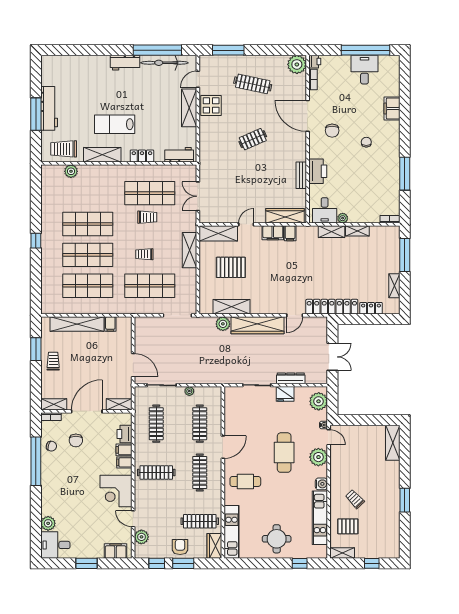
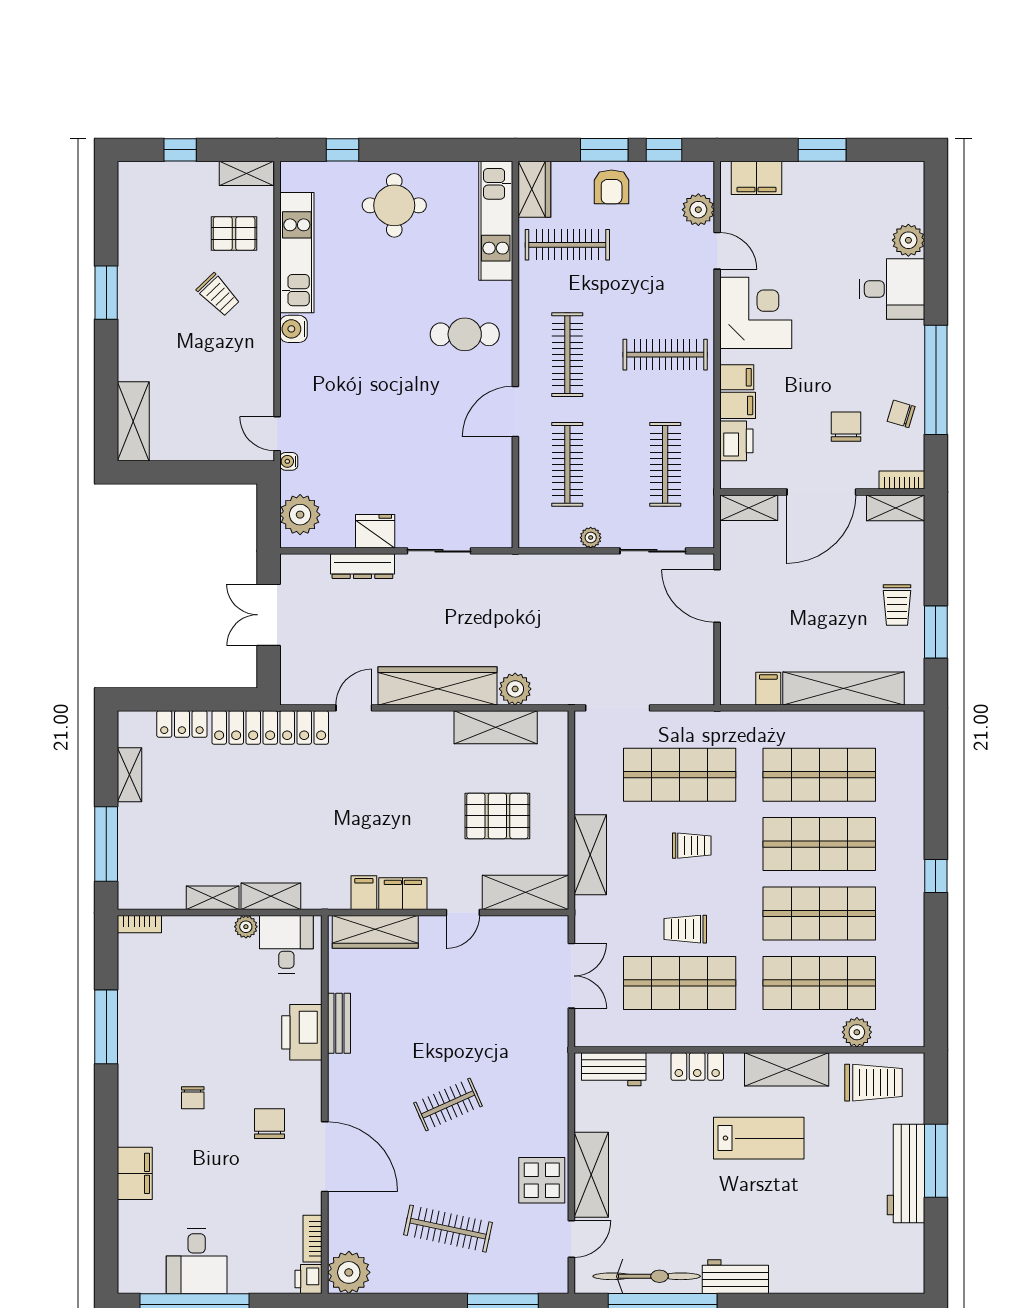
shop shelf: (88, 193) -> (819, 983), added
cafe table: (284, 453) -> (377, 399), removed
plant: (318, 457) -> (300, 389), removed
desk: (55, 545) -> (892, 289), moved

